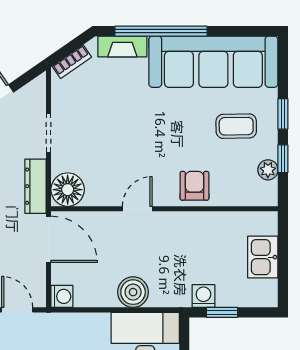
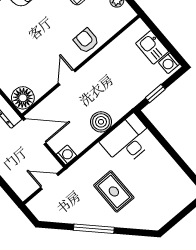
washing machine: (203, 296) -> (169, 63), moved, turned -90

